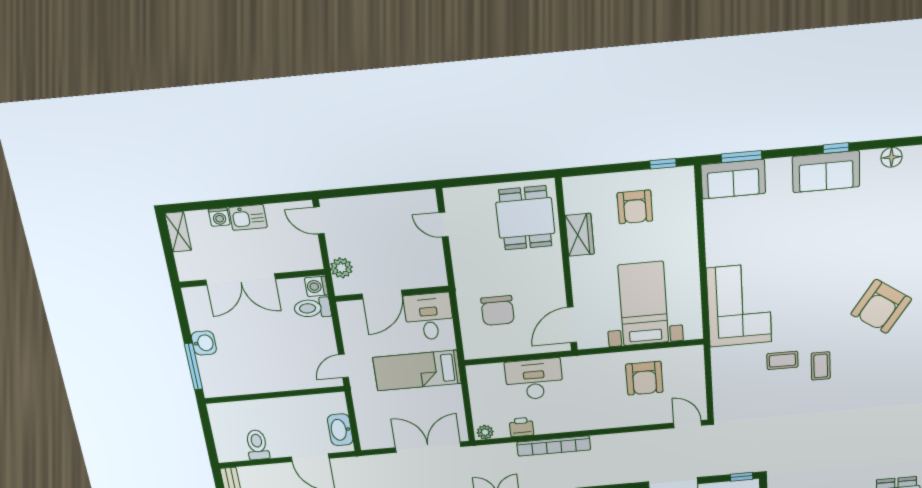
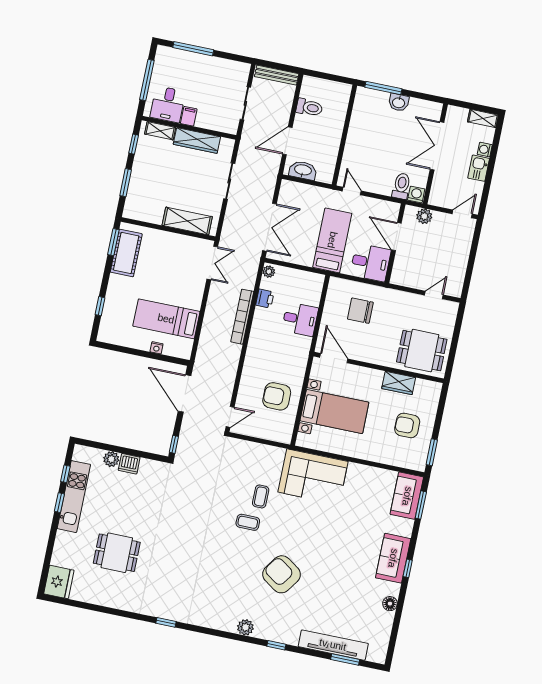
window: (663, 164) -> (432, 452), width x1.50
desk: (534, 379) -> (300, 319), width x0.73

